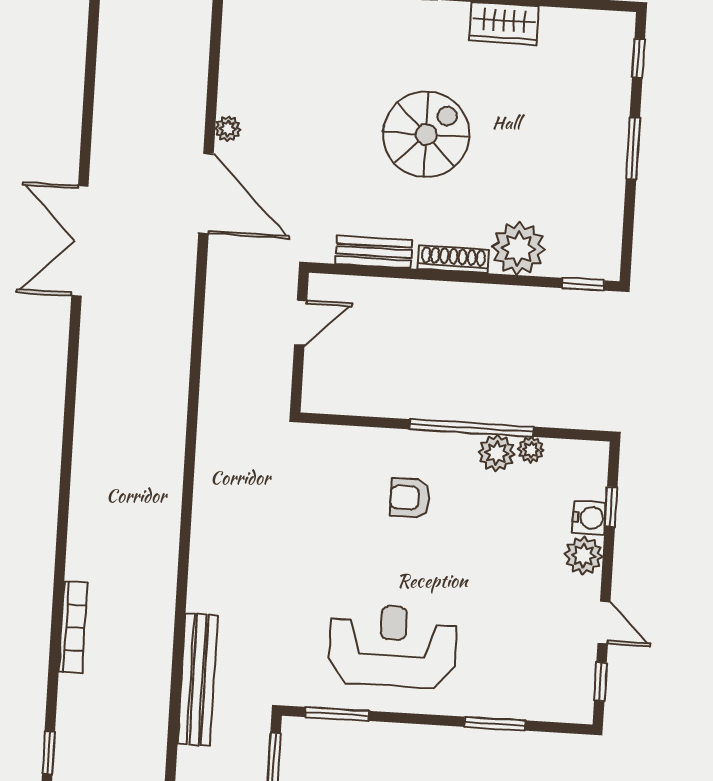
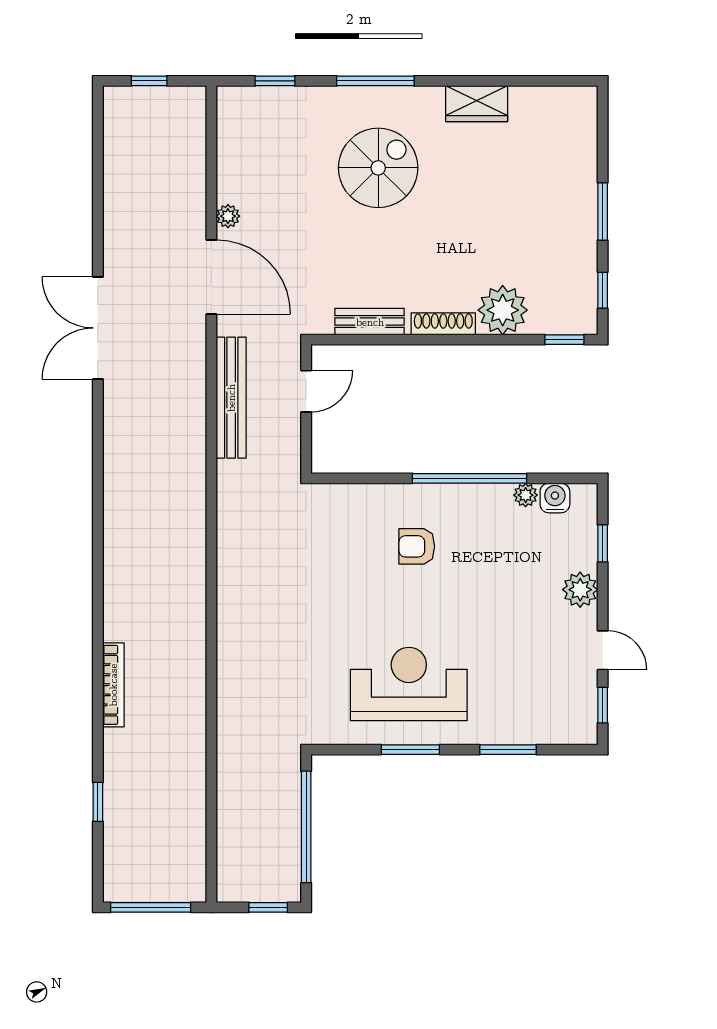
window: (638, 58) -> (603, 290), moved
spiral stairs: (426, 134) -> (378, 168), moved
plant: (497, 453) -> (494, 500), removed
water cooler: (589, 518) -> (555, 498), moved, turned -90
bench: (198, 679) -> (231, 398), moved
window: (337, 714) -> (410, 750), moved

